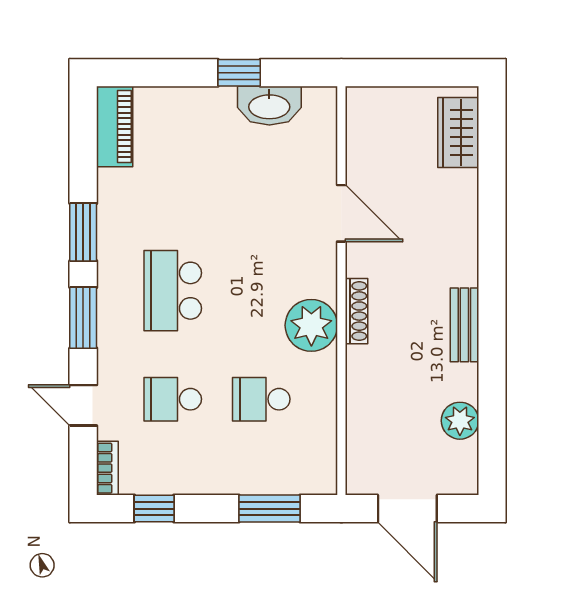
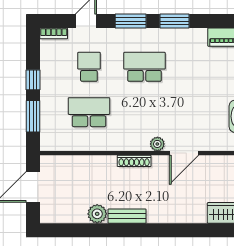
plant: (311, 325) -> (157, 144), moved, width x0.53, depth x0.53
school desk: (261, 399) -> (89, 112), width x1.85
plant: (460, 421) -> (97, 214), moved
window: (154, 509) -> (33, 80), moved

